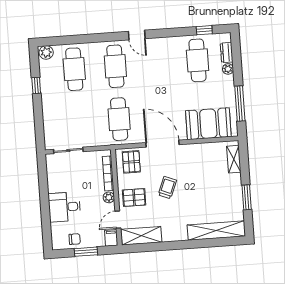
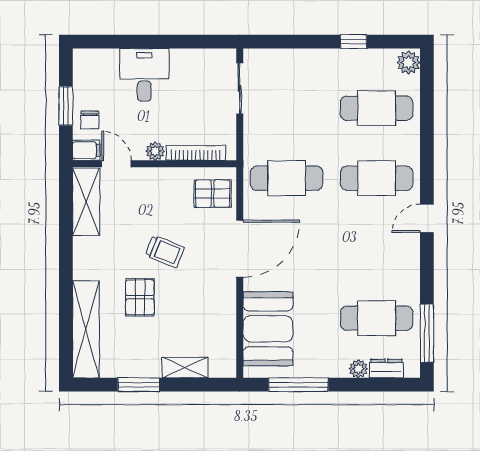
window: (204, 30) -> (427, 333), width x2.17
shelving: (234, 159) -> (185, 368), moved
pallet: (134, 197) -> (140, 297), moved
chair: (75, 239) -> (90, 120), moved

